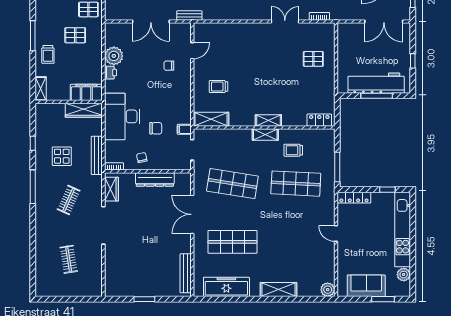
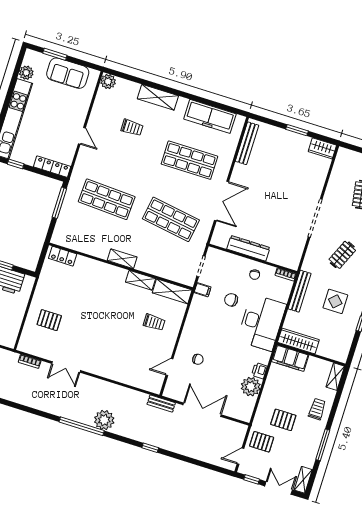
window: (33, 36) -> (323, 445), moved
shelving: (268, 120) -> (141, 280), moved
trolley: (293, 150) -> (132, 128), moved
wardrobe: (111, 189) -> (322, 148), moved, turned -90

